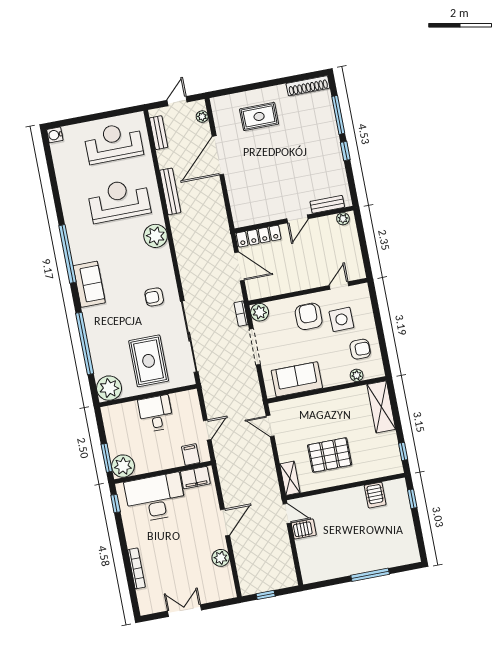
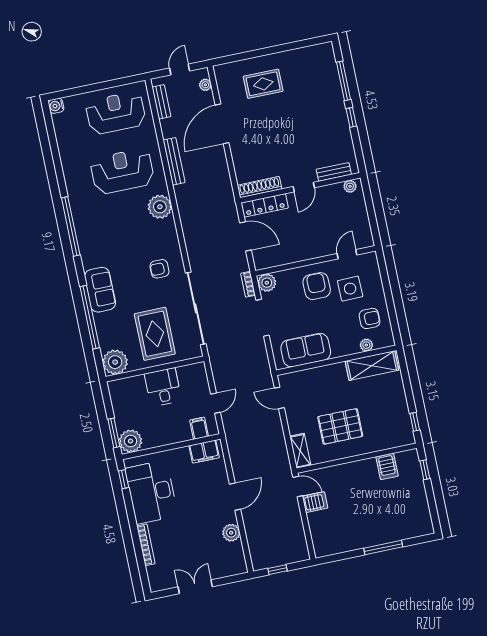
shoe rack: (308, 86) -> (260, 187), moved, turned 180
sofa: (89, 284) -> (100, 290), moved
shelving: (381, 407) -> (372, 366), moved, turned 90
desk: (155, 498) -> (151, 492), moved, turned -90

